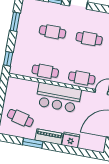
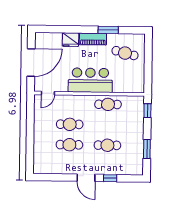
cafe table: (82, 78) -> (70, 124), moved

